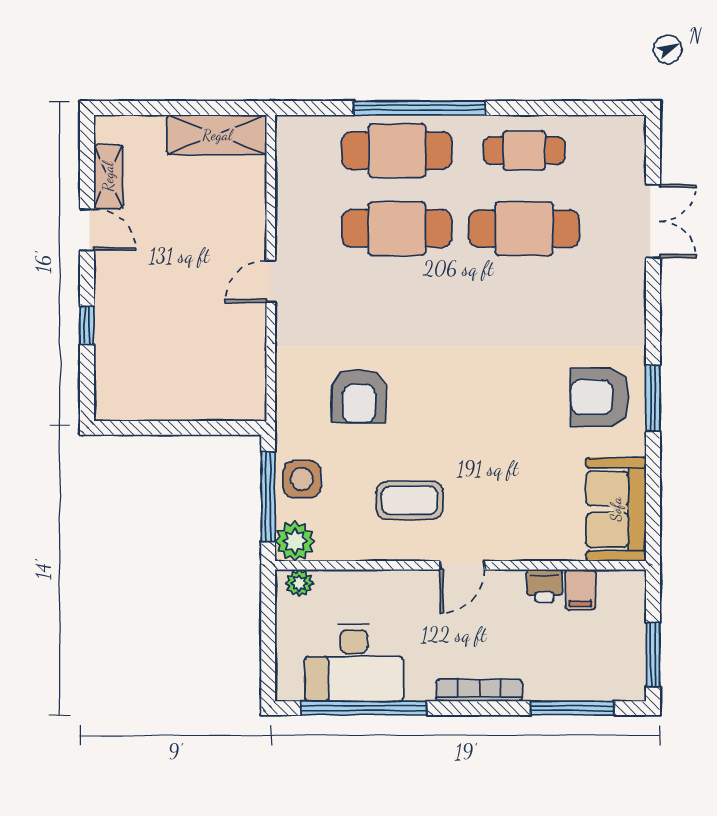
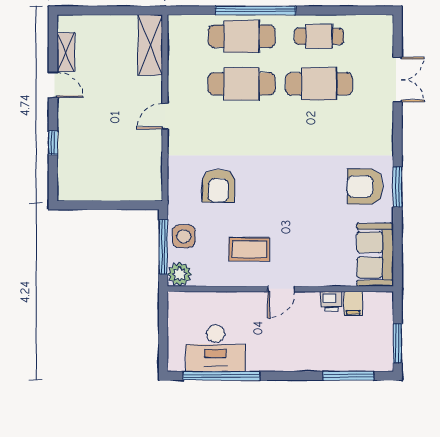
shelving: (217, 135) -> (150, 45), moved, turned 90
plant: (299, 583) -> (182, 300), removed
bookcase: (479, 690) -> (292, 365), removed

